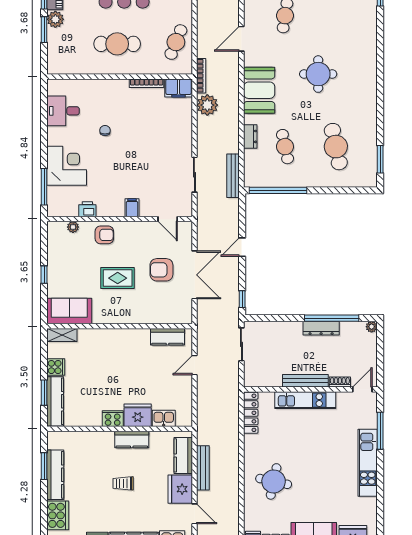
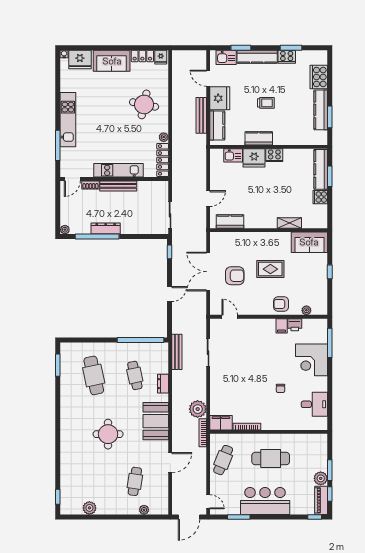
filing cabinet: (132, 208) -> (282, 326), moved
shelving: (62, 335) -> (289, 223), moved
plant: (249, 441) -> (164, 137), added

